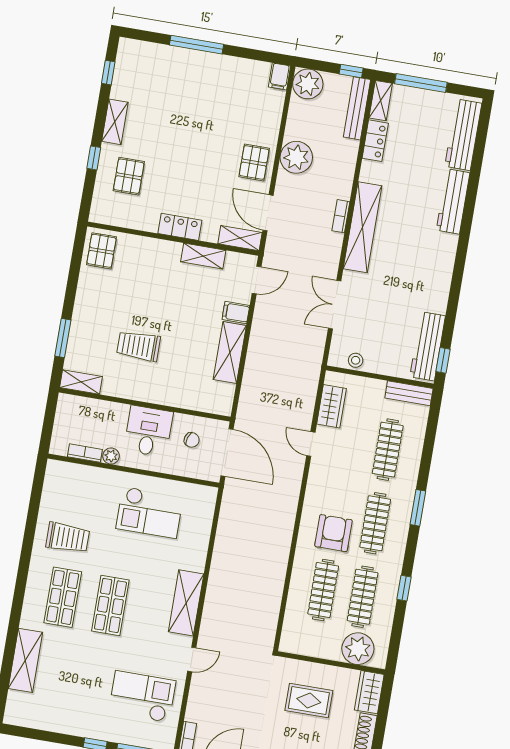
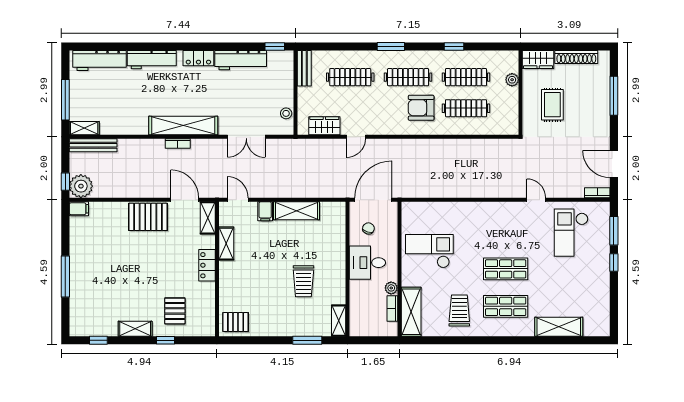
window: (351, 71) -> (65, 182), moved
locker: (375, 141) -> (198, 58), moved, turned 180
plant: (296, 157) -> (139, 185), removed
pallet: (254, 162) -> (148, 217), width x1.50, depth x1.42
pallet: (129, 176) -> (175, 311), turned 90
door: (268, 213) -> (185, 200), swing flipped
workbench: (428, 346) -> (241, 60), moved
checkout: (150, 512) -> (429, 251), turned -90
shelving: (186, 603) -> (411, 312), moved, turned 90
plant: (358, 649) -> (512, 80), width x0.53, depth x0.53

